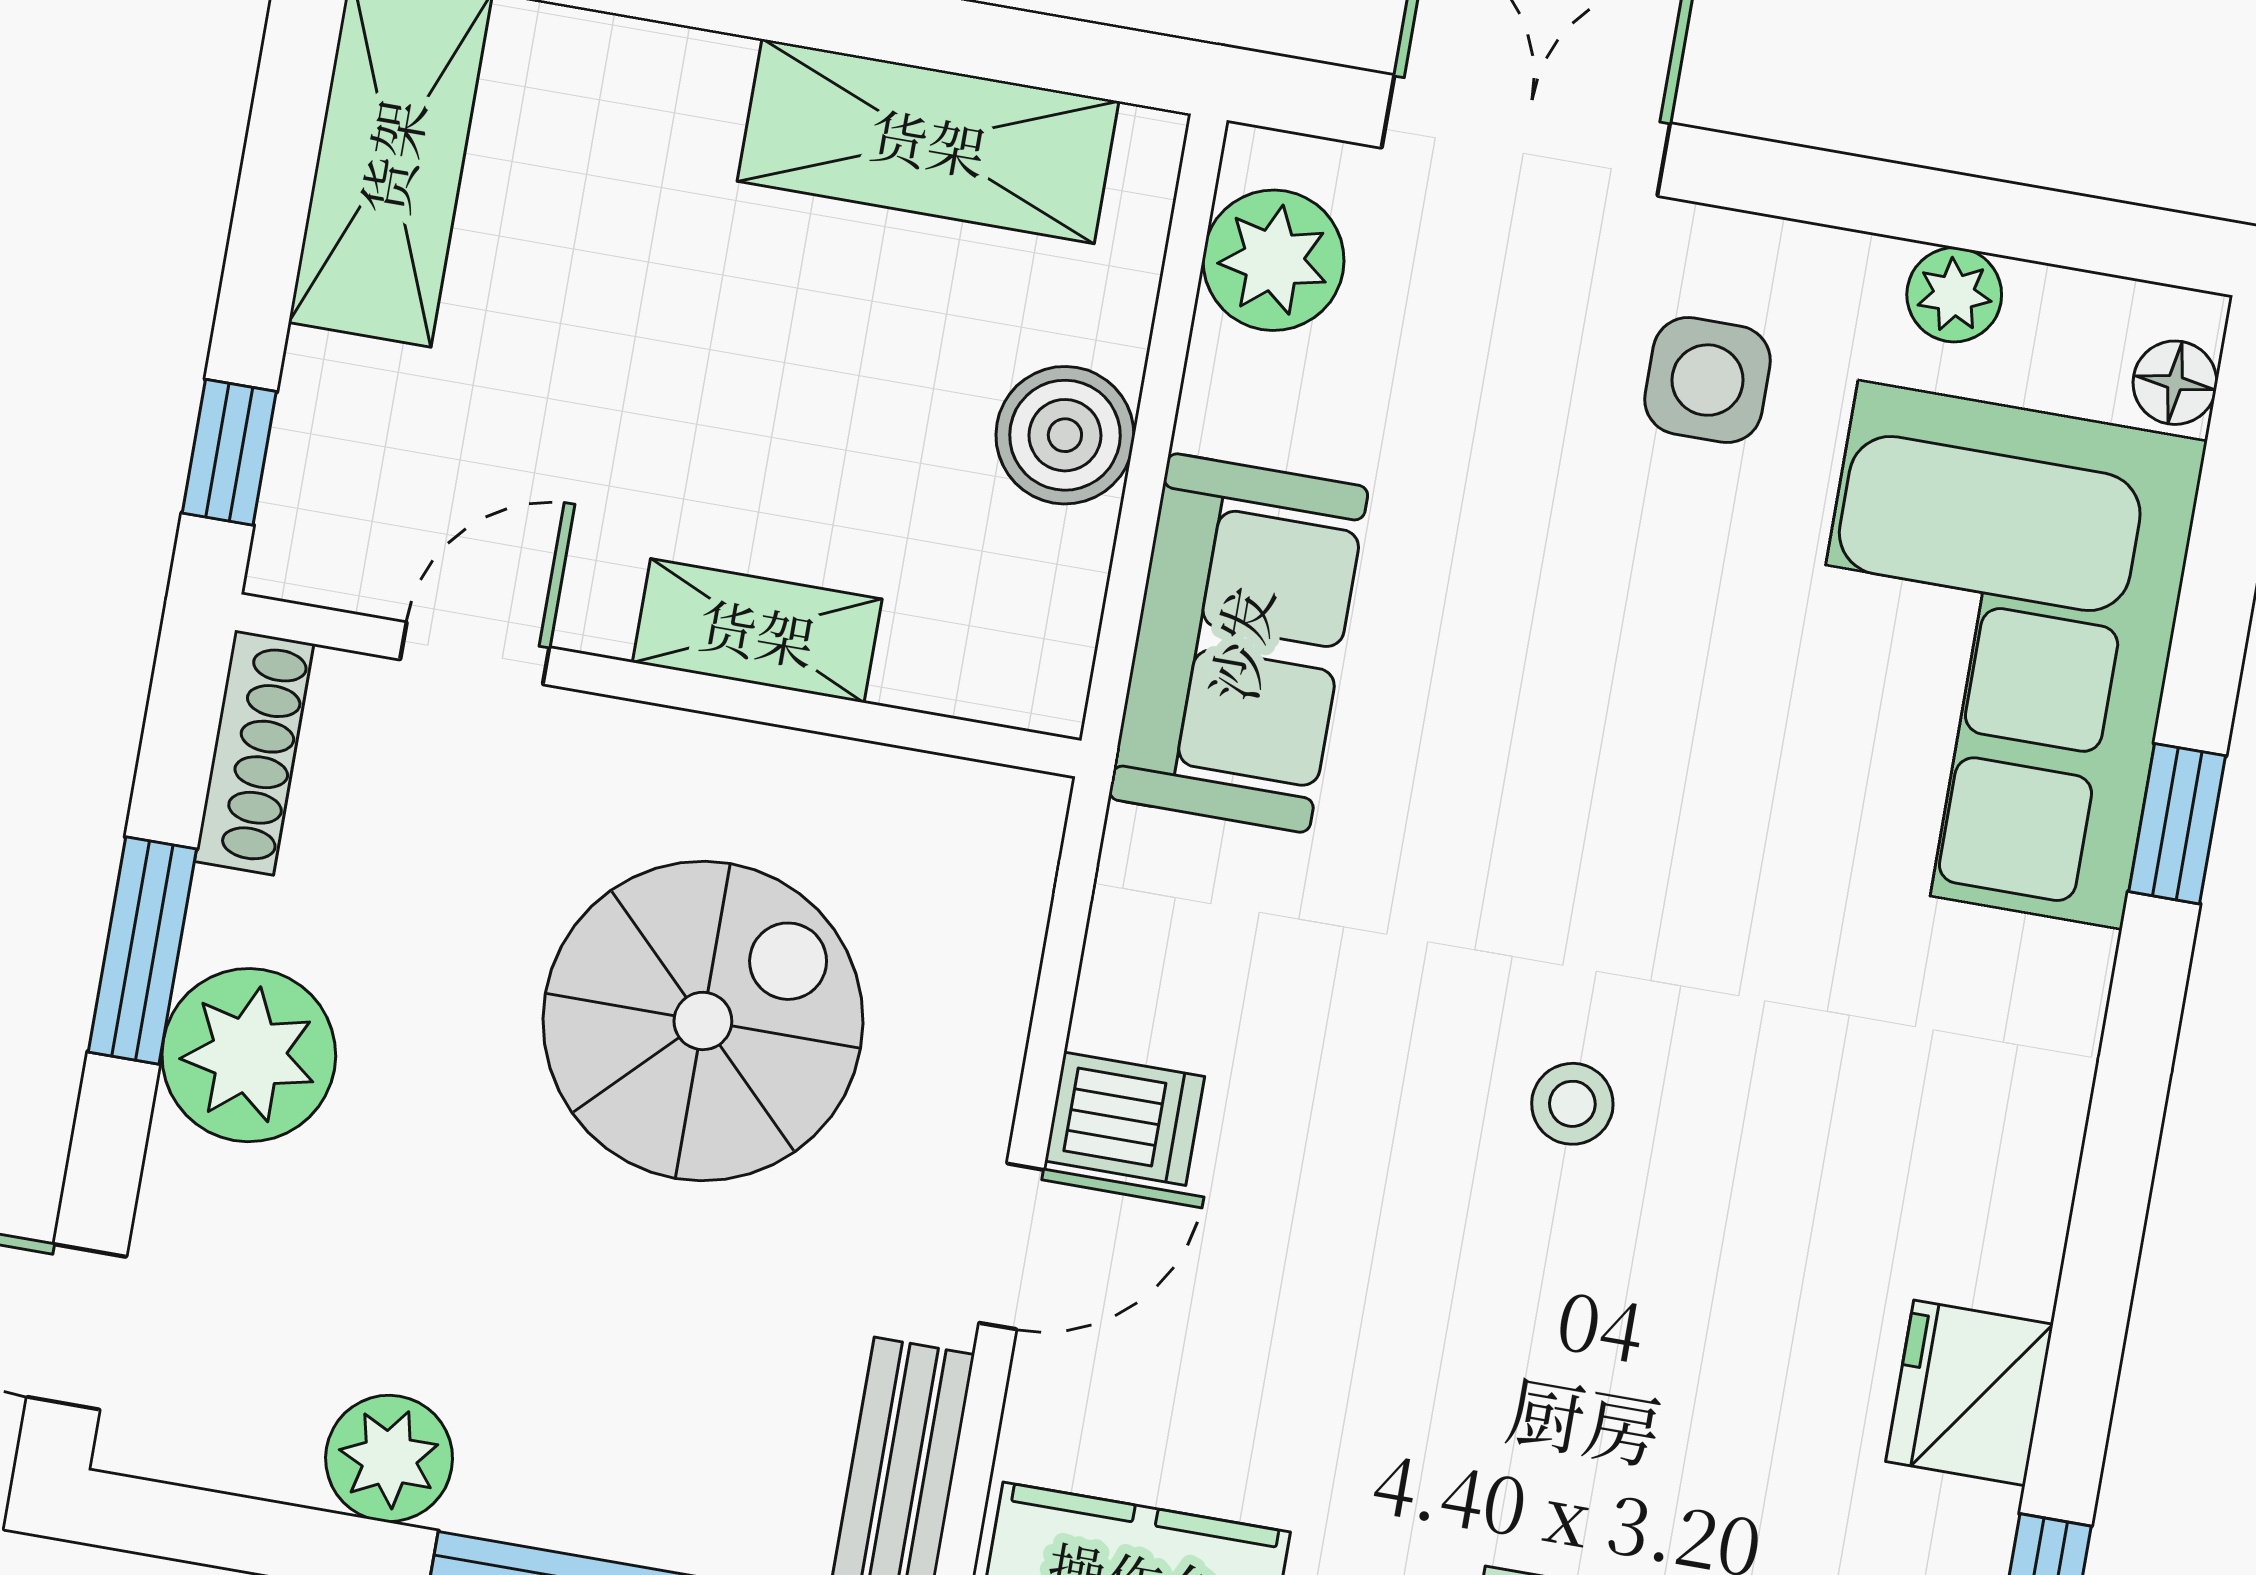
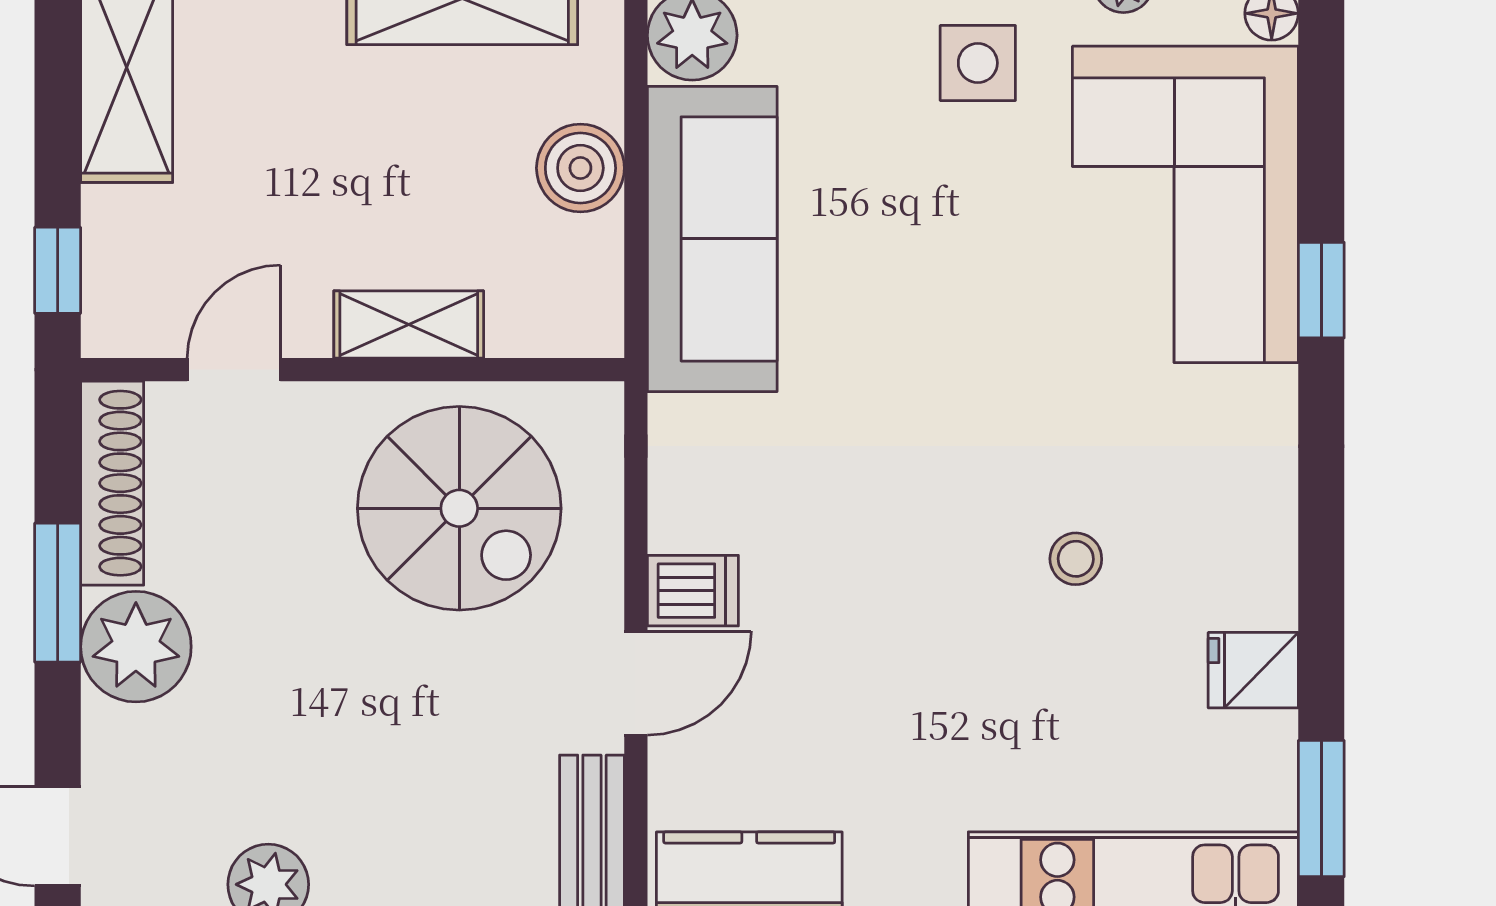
sofa: (1239, 643) -> (712, 239), width x1.36
shoe rack: (254, 753) -> (112, 483), width x1.36, depth x1.24
spiral stairs: (703, 1021) -> (459, 508), moved, turned 90
stool: (1572, 1104) -> (1076, 559), moved
fridge: (1969, 1393) -> (1253, 670), width x0.72

